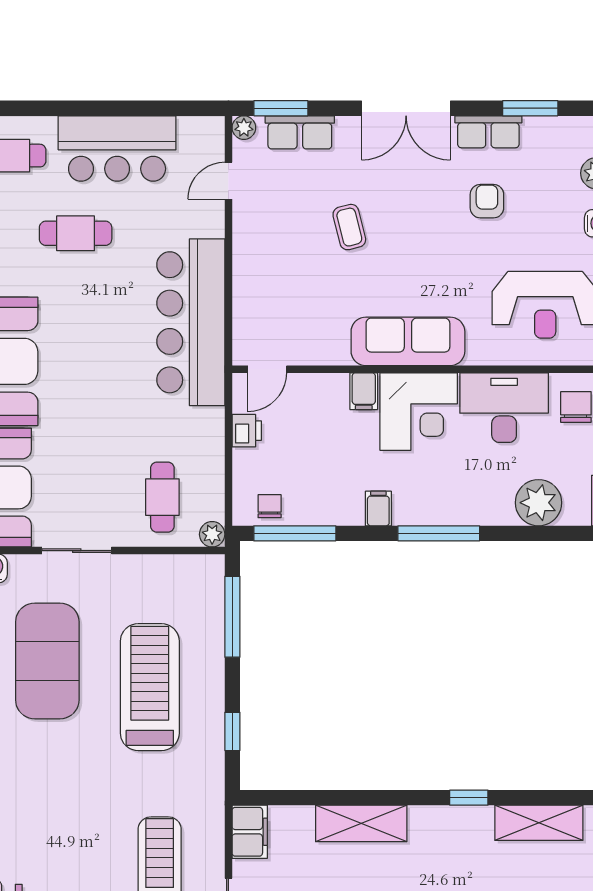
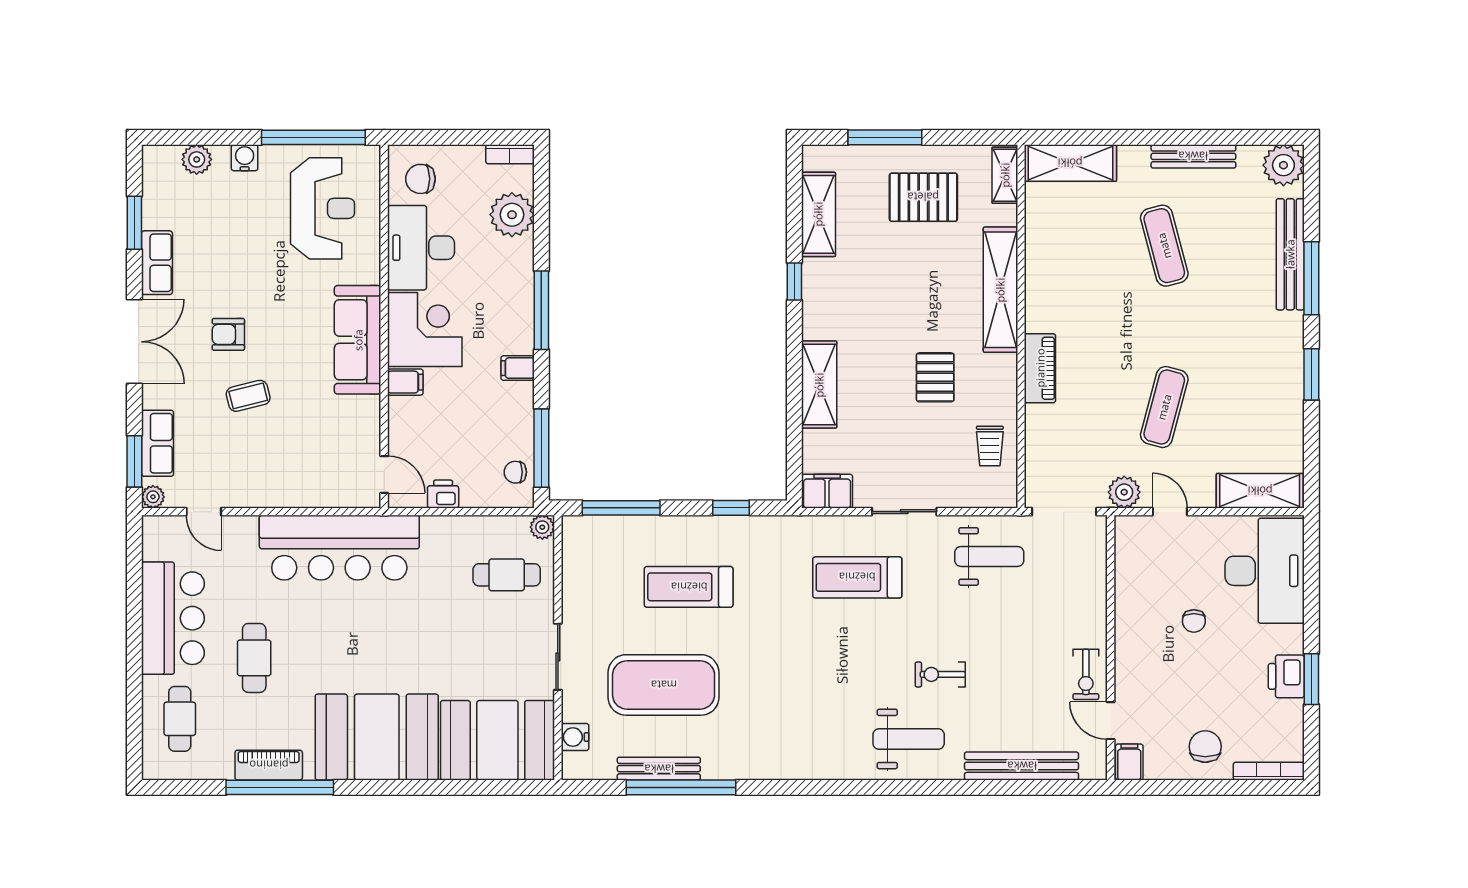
armchair: (487, 201) -> (228, 334), moved
treadmill: (150, 687) -> (689, 587), width x0.73, depth x0.73

